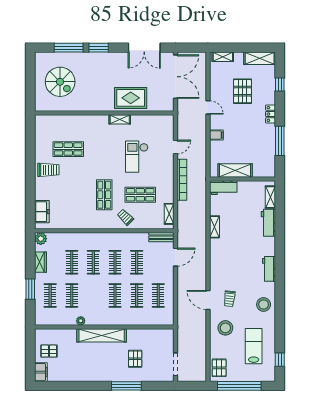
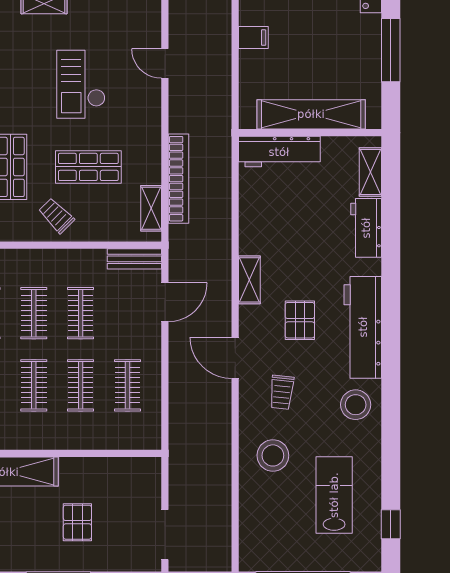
door: (176, 147) -> (165, 63), swing flipped
shelving: (235, 171) -> (311, 114), width x1.47
bookcase: (182, 180) -> (178, 179), moved
workbench: (223, 188) -> (279, 152), width x1.38
shelving: (215, 227) -> (249, 280), moved
workbench: (269, 269) -> (363, 327), width x1.88, depth x1.32
door: (208, 300) -> (235, 358), moved
pallet: (219, 368) -> (300, 320), moved

